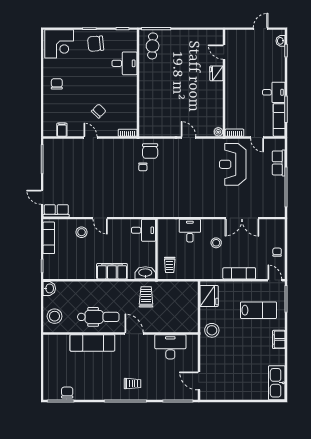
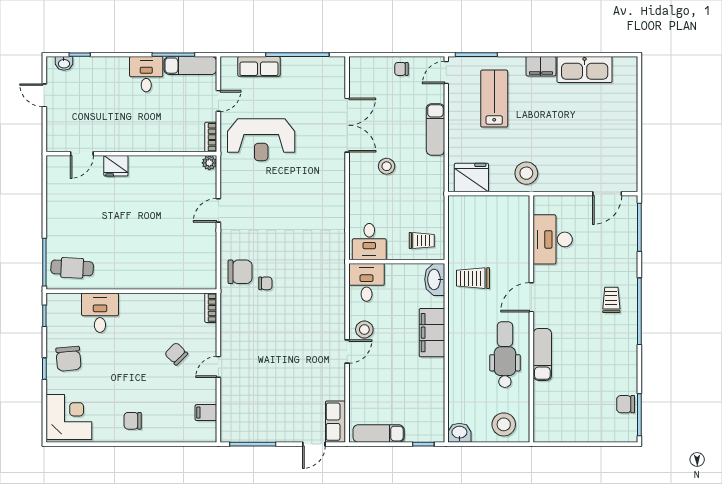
desk: (190, 231) -> (369, 242), moved, turned -90
stool: (82, 232) -> (364, 330), moved
exam couch: (92, 343) -> (542, 354), width x0.73, depth x0.69
kitchen sink: (277, 383) -> (585, 69), moved

